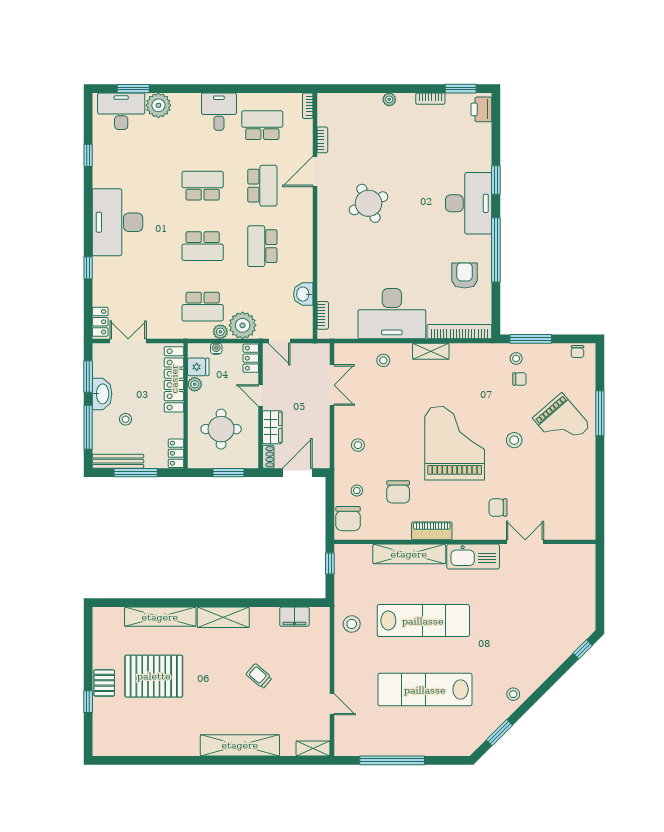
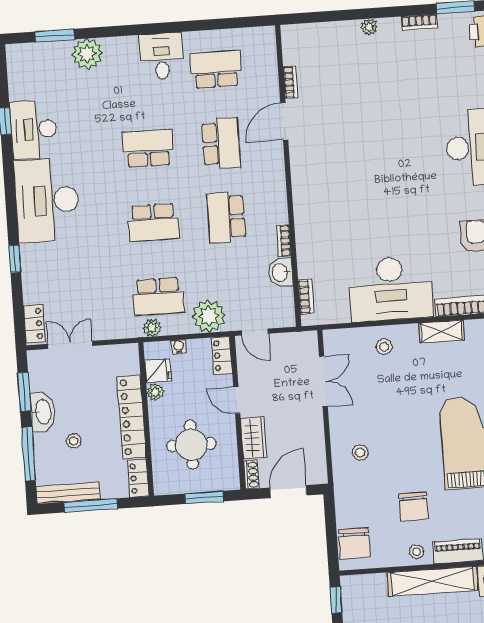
bookcase: (308, 106) -> (284, 241), moved
desk: (121, 111) -> (34, 129), moved, turned -90
round table: (369, 203) -> (353, 156), removed
plant: (220, 332) -> (152, 328), moved
locker: (174, 379) -> (132, 417), moved
stool: (357, 491) -> (417, 552), moved

